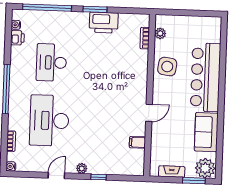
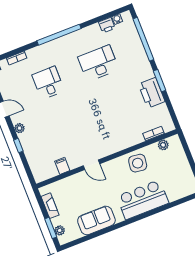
bar counter: (205, 77) -> (143, 200), width x0.73
desk: (49, 121) -> (48, 83), width x0.53, depth x0.77
plant: (205, 168) -> (60, 230), width x0.53, depth x0.53

